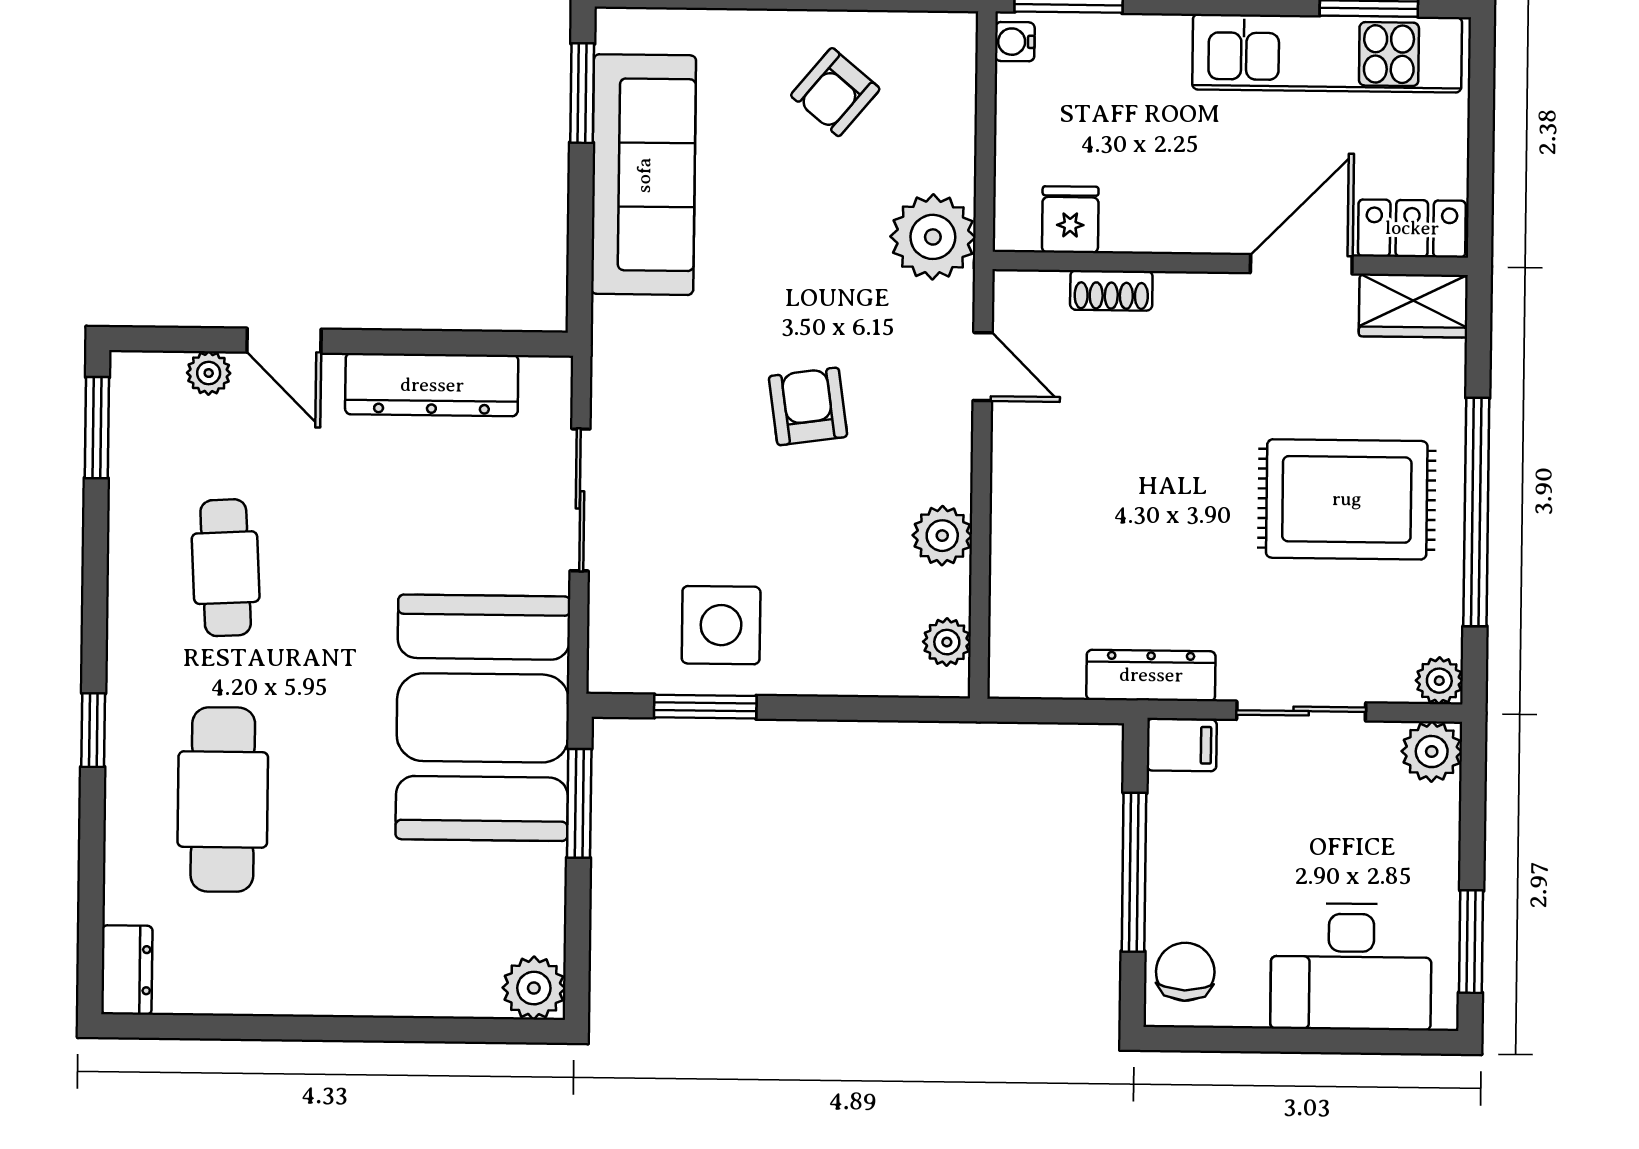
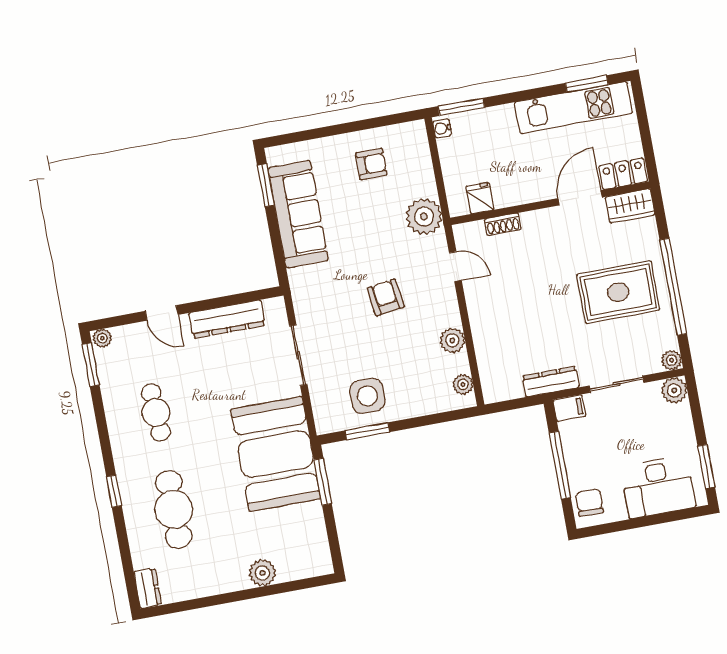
armchair: (835, 92) -> (371, 164), turned -130
plant: (209, 373) -> (102, 338), moved
plant: (534, 988) -> (262, 573), moved

